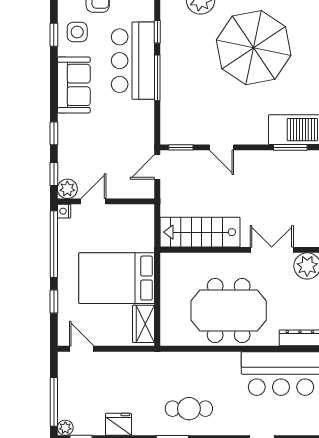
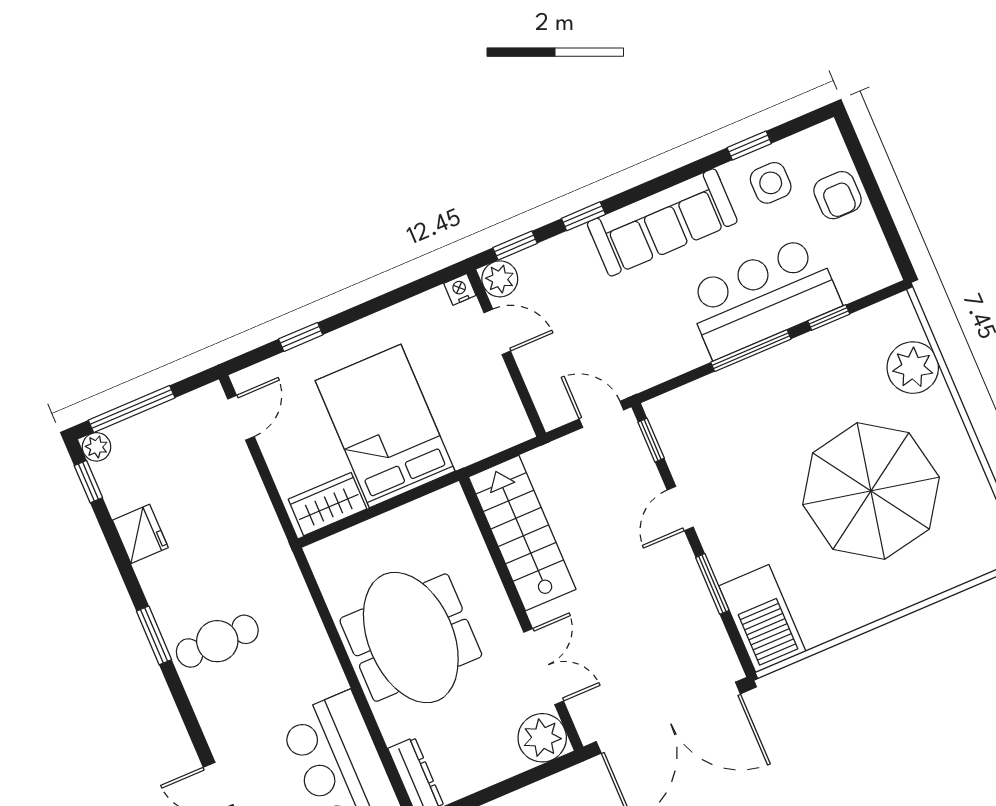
sofa: (74, 85) -> (662, 222), width x1.36
window: (290, 147) -> (712, 584), moved
window: (54, 244) -> (397, 296), removed
cafe table: (189, 409) -> (217, 641), turned 90

